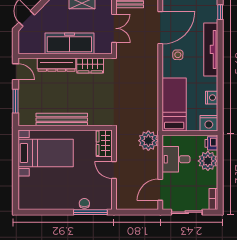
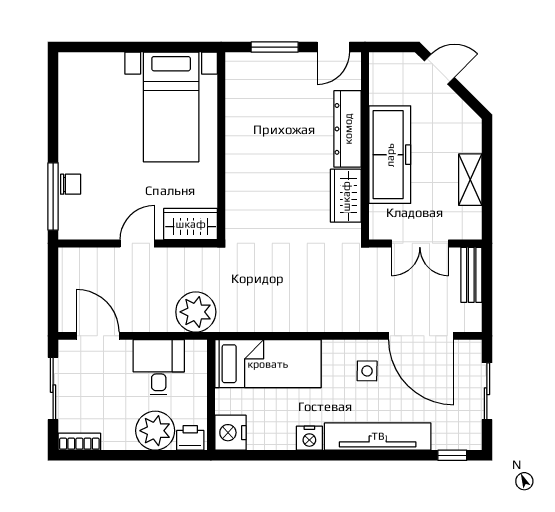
nightstand: (212, 98) -> (309, 438), moved
bench: (62, 120) -> (238, 139), removed

